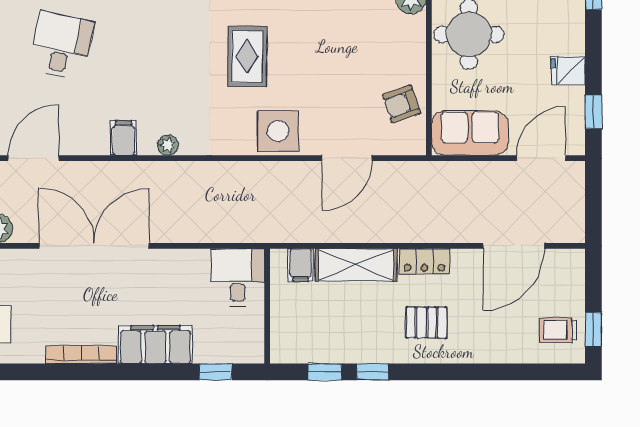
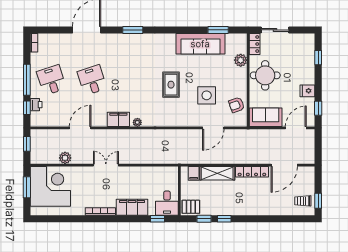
desk: (61, 46) -> (92, 80), turned -30
side table: (278, 131) -> (207, 95), moved
filing cabinet: (123, 138) -> (118, 119), width x2.00
double door: (94, 246) -> (106, 165), width x0.54
locker: (424, 261) -> (252, 172), width x1.53
desk: (238, 277) -> (167, 203), moved, turned 180
pallet: (427, 323) -> (191, 207), moved

